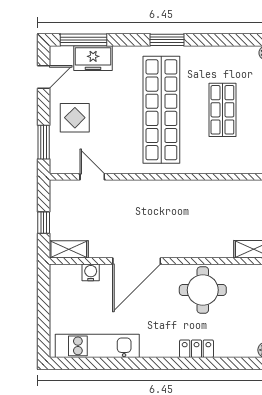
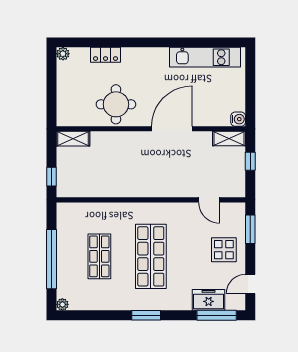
shop shelf: (161, 110) -> (151, 256), width x0.71
water cooler: (91, 272) -> (238, 119), moved, turned -90
locker: (197, 349) -> (106, 55), moved

